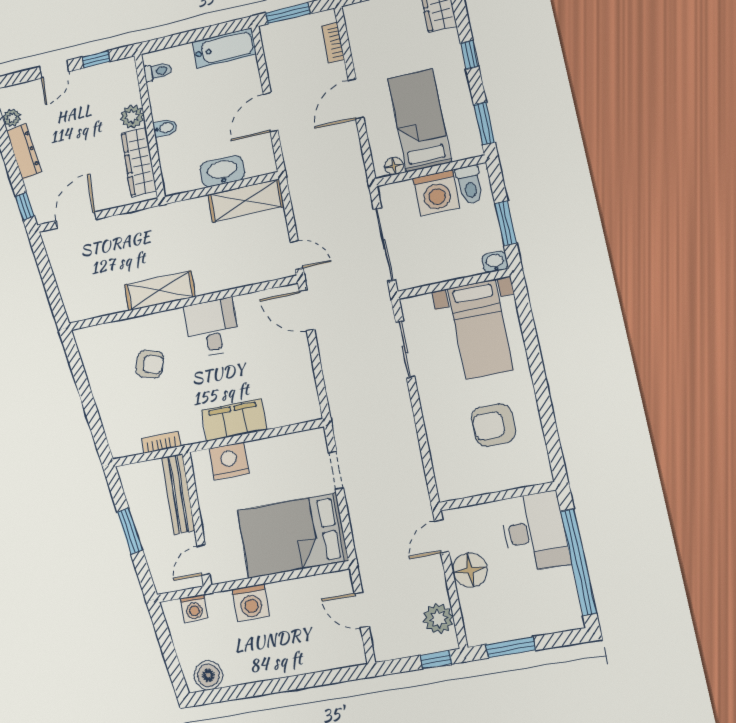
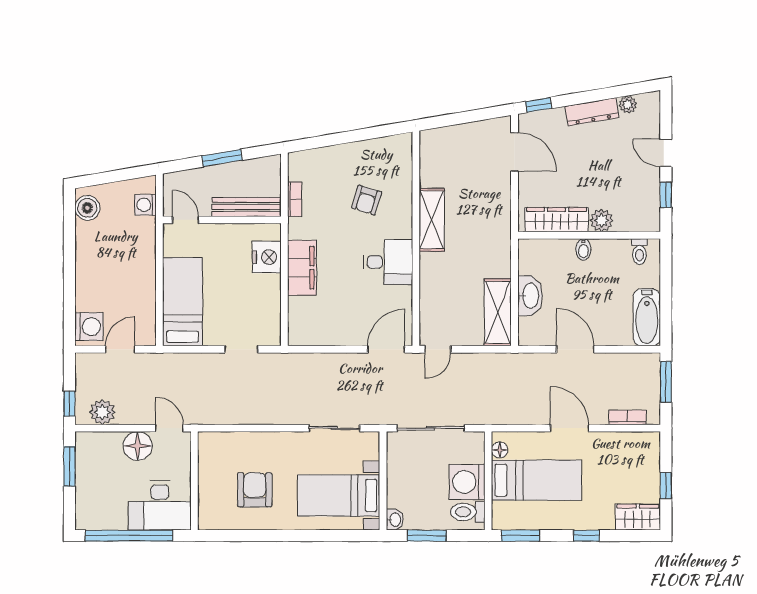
bed: (293, 535) -> (183, 302), width x0.67
washing machine: (251, 603) -> (89, 327), moved, turned 180

